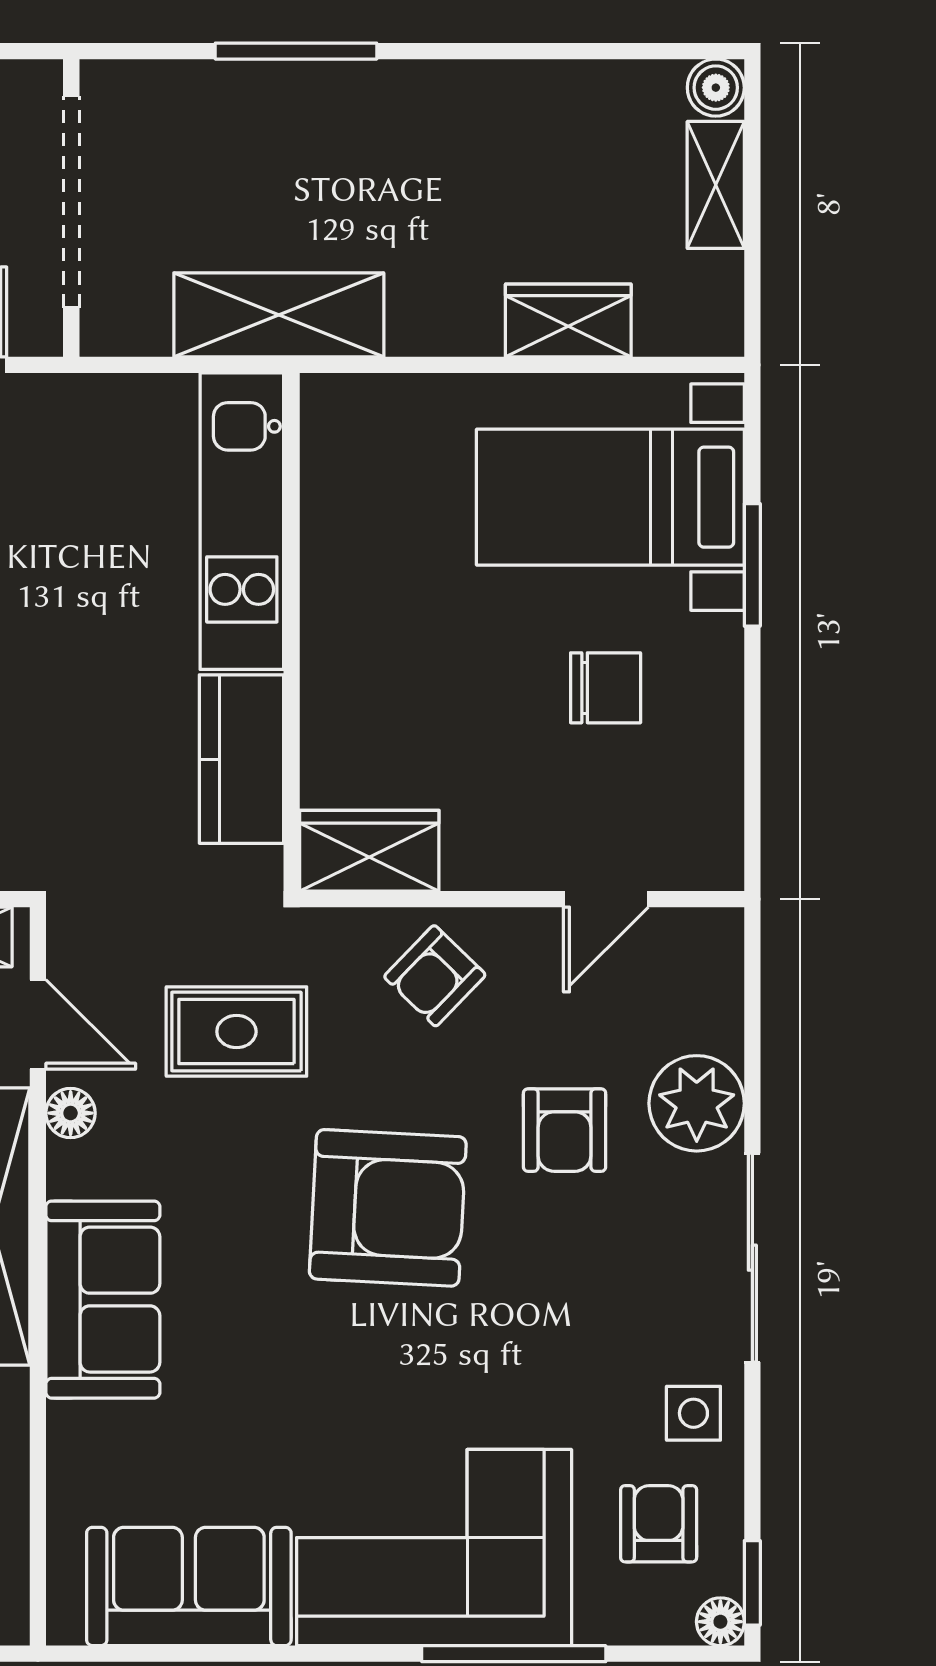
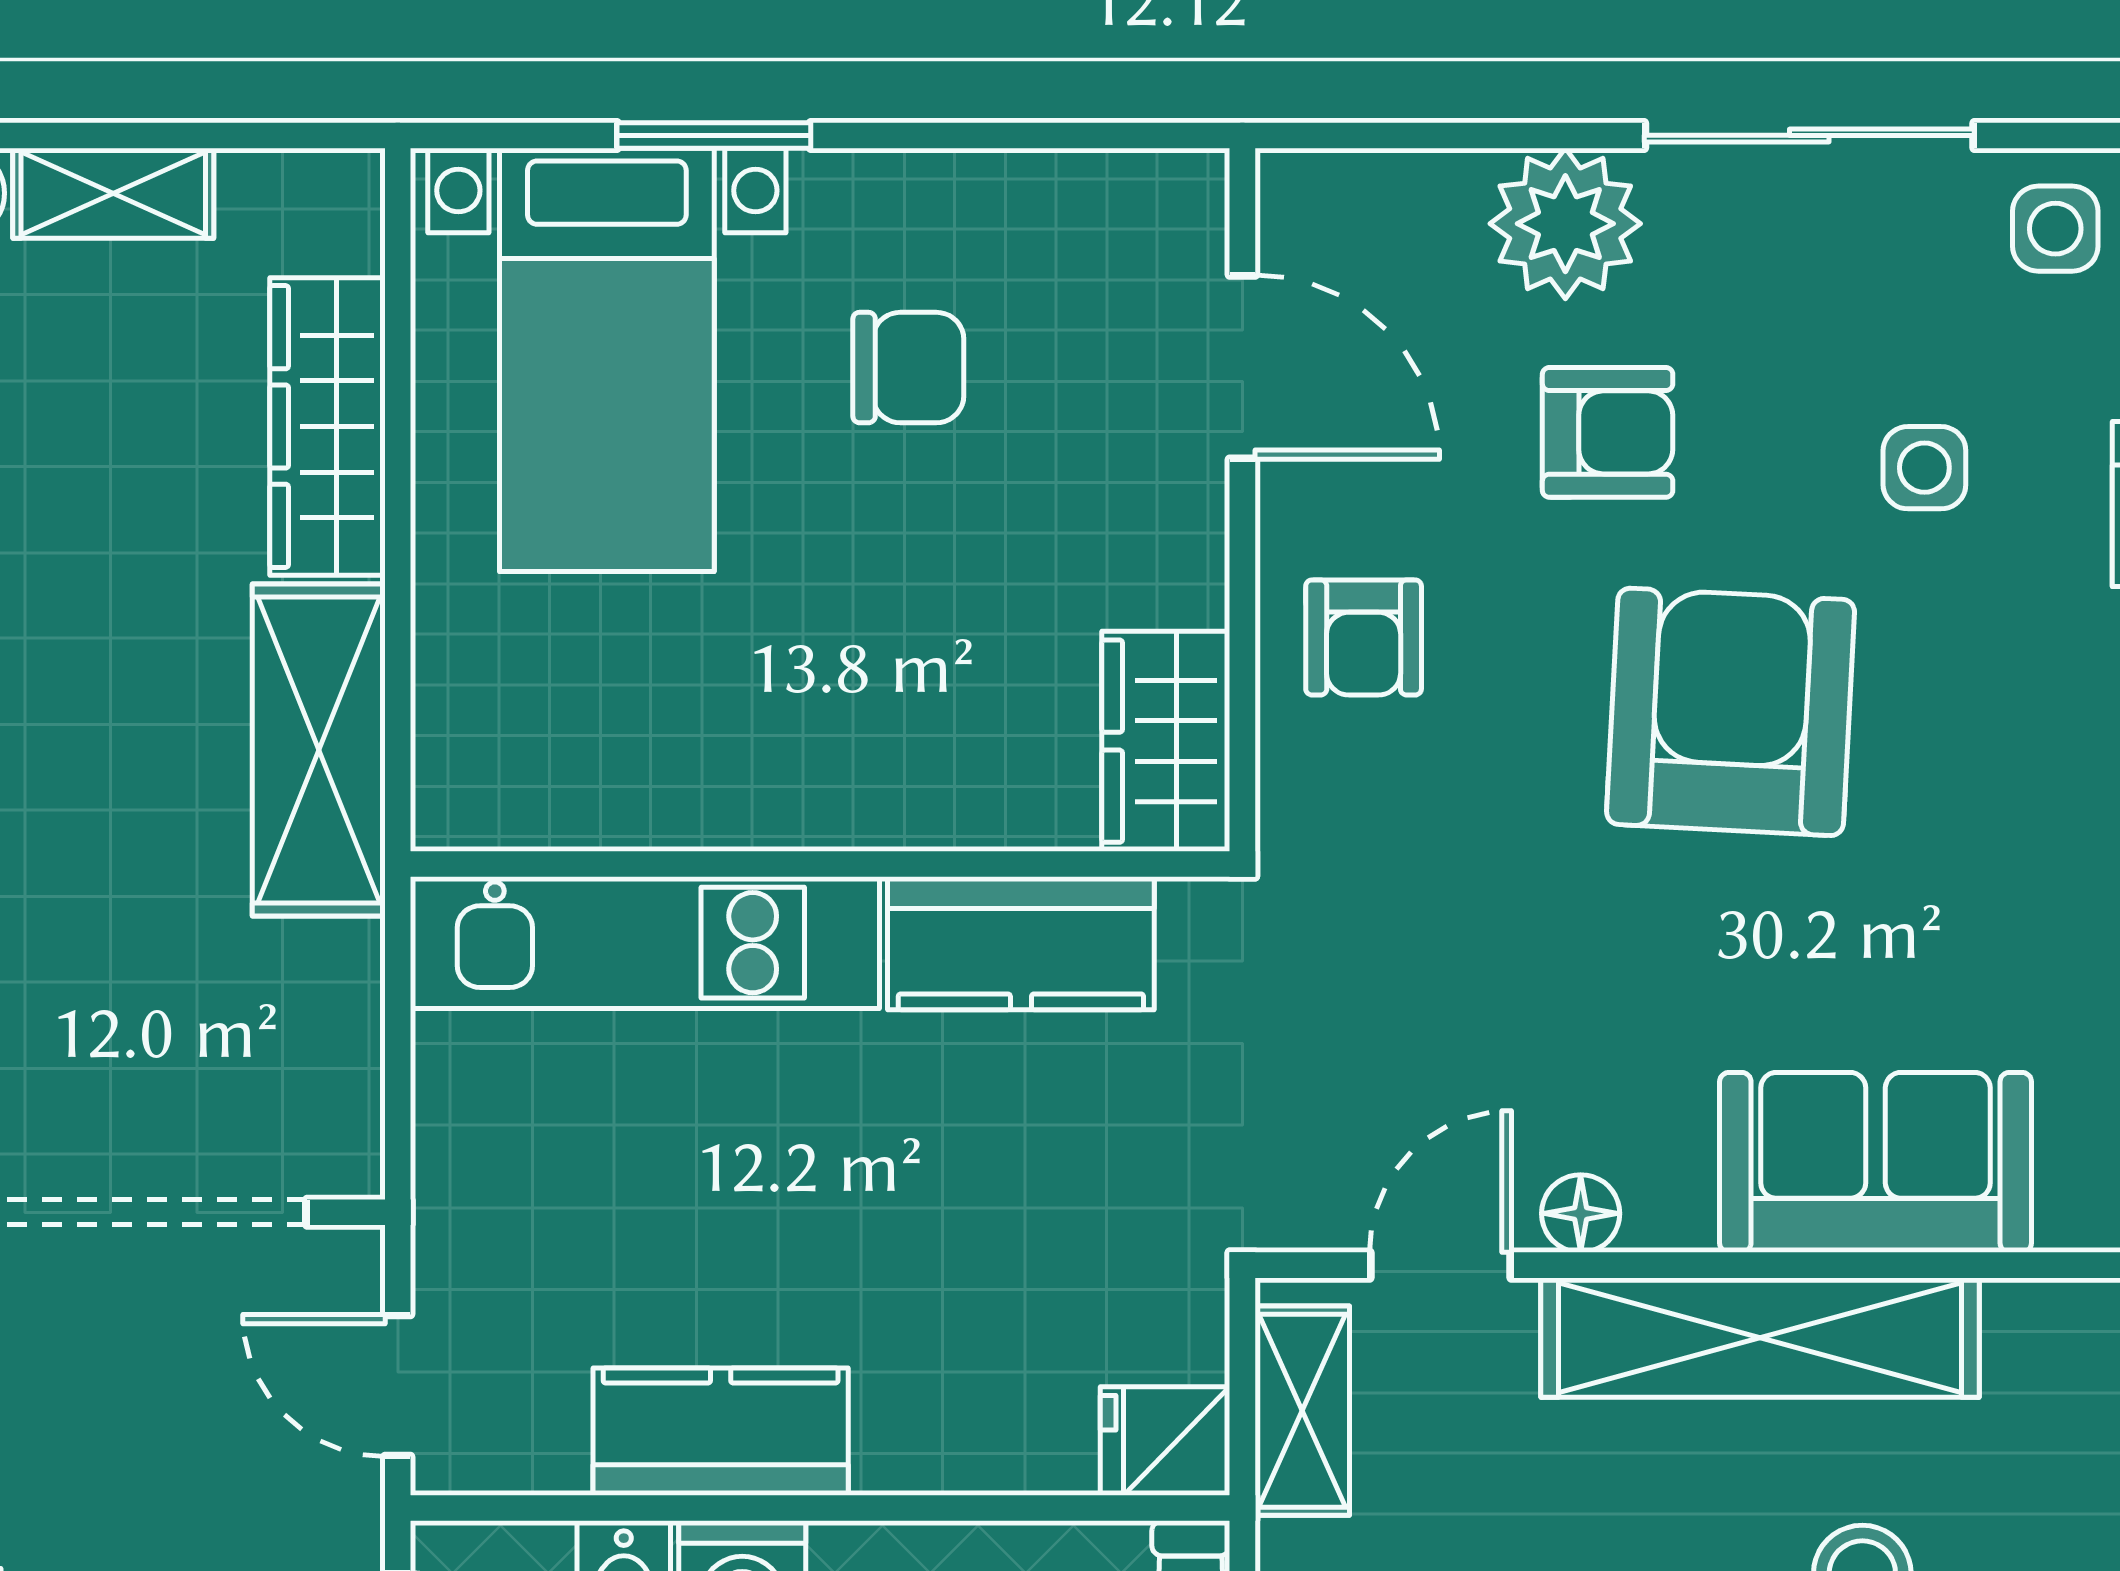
shelving: (279, 315) -> (319, 750), moved
wardrobe: (568, 320) -> (328, 426), width x1.50
chair: (606, 688) -> (908, 368), turned 90
door: (606, 899) -> (1242, 367), width x1.38
armchair: (435, 976) -> (1364, 637), turned 46
rug: (236, 1032) -> (1452, 951), removed
side table: (542, 1330) -> (1924, 468), added

